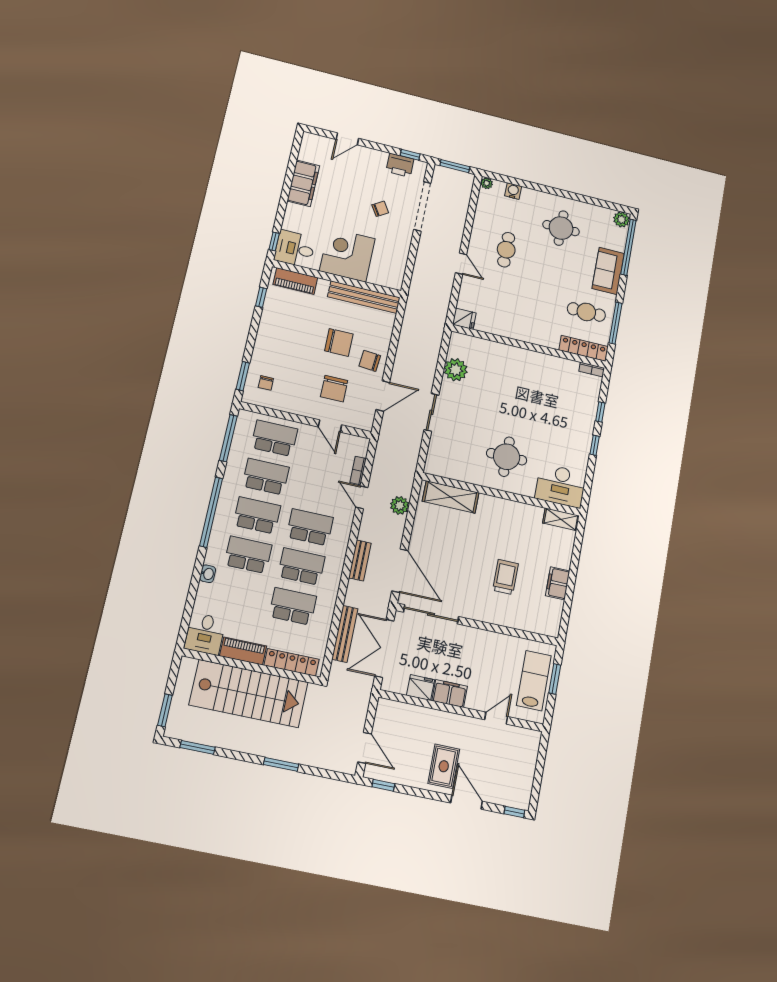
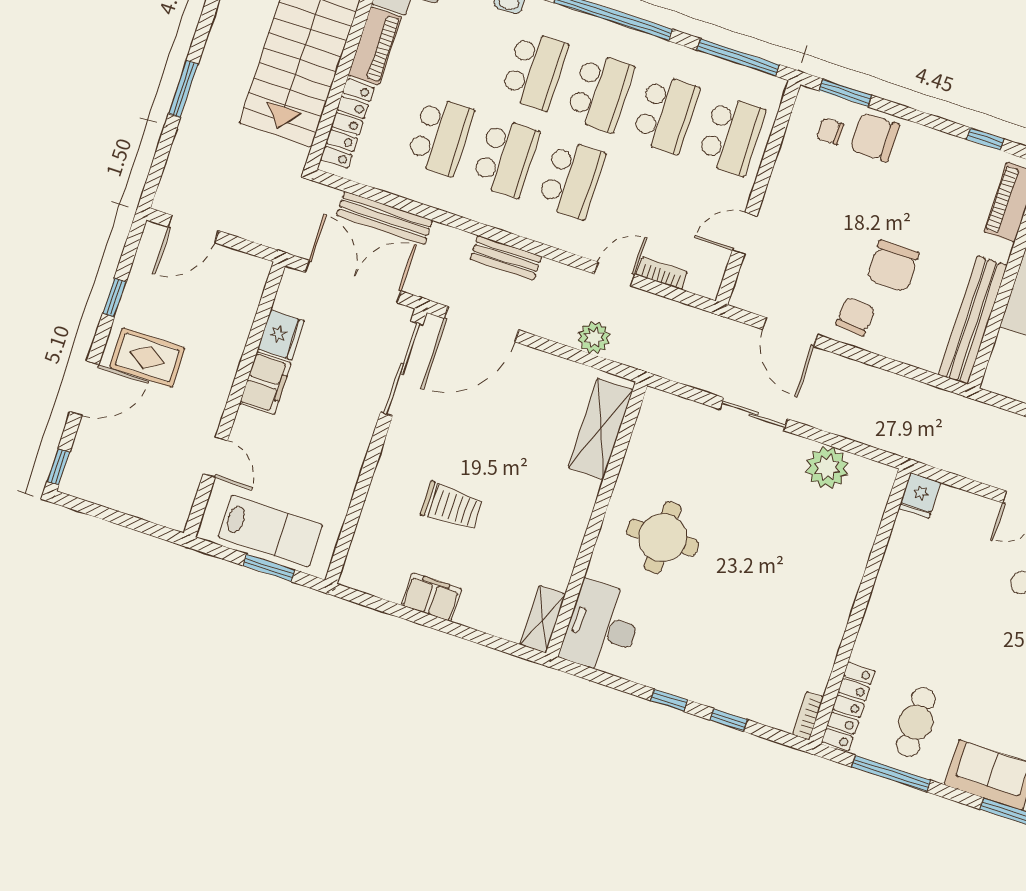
chair: (334, 389) -> (875, 137), moved
window: (383, 785) -> (114, 298), moved

